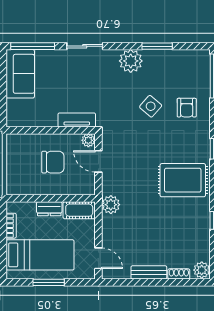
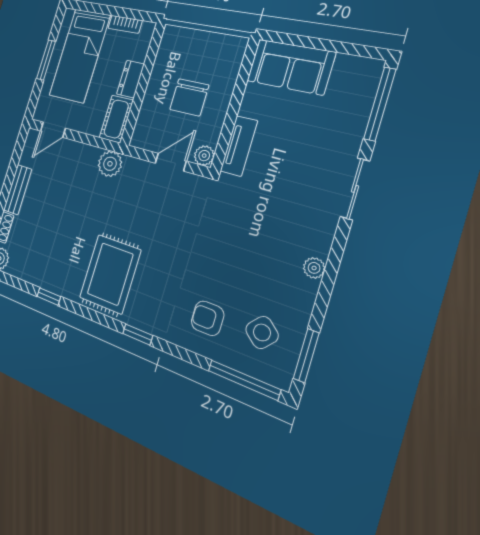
window: (157, 46) -> (306, 356), moved
plant: (131, 61) -> (314, 268), width x0.53, depth x0.53
sofa: (20, 74) -> (291, 67), moved
side table: (151, 106) -> (262, 332), moved

